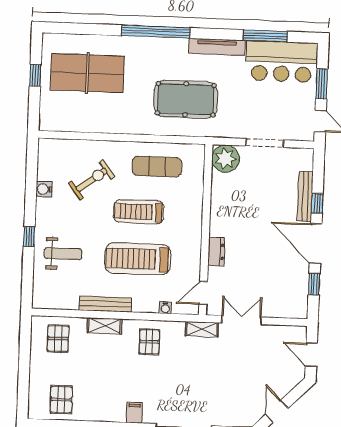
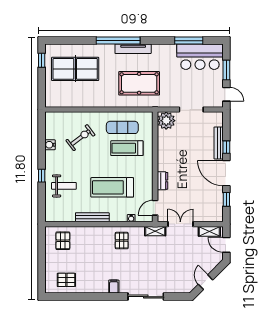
tv unit: (217, 47) -> (133, 49), moved
window: (35, 75) -> (42, 60), moved
treadmill: (139, 212) -> (127, 148), moved
shelving: (105, 326) -> (209, 231), moved
pallet: (61, 400) -> (66, 280), turned 90

